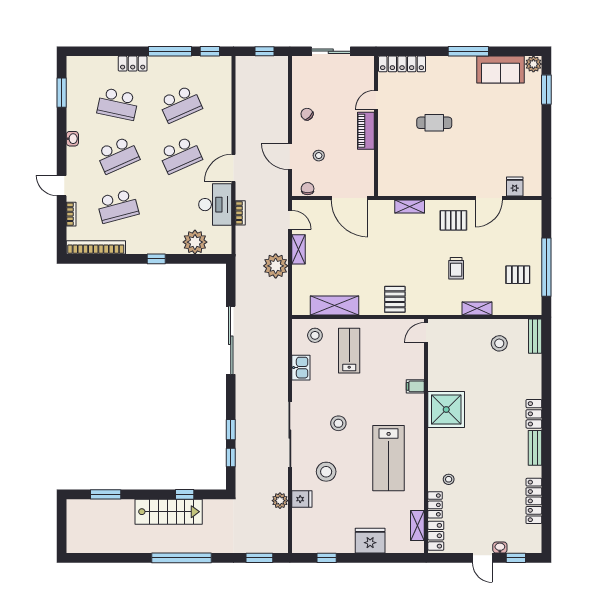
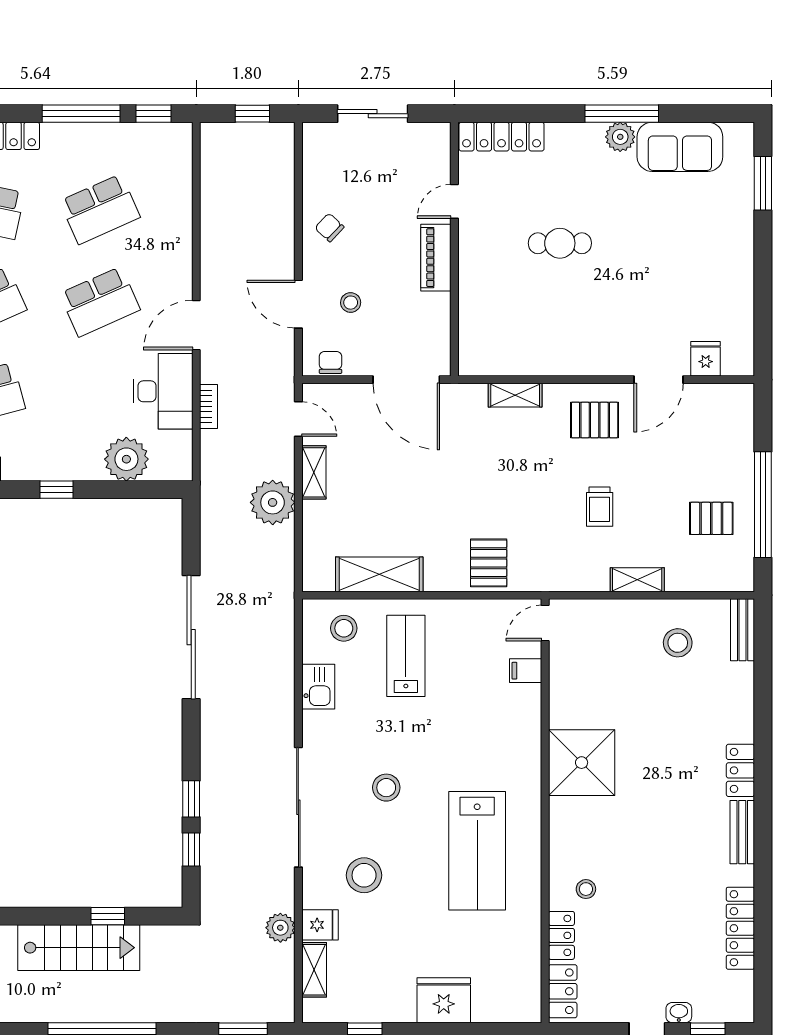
plant: (533, 64) -> (620, 137), moved
filing cabinet: (415, 386) -> (526, 671), moved
shelving: (417, 526) -> (314, 970), moved

